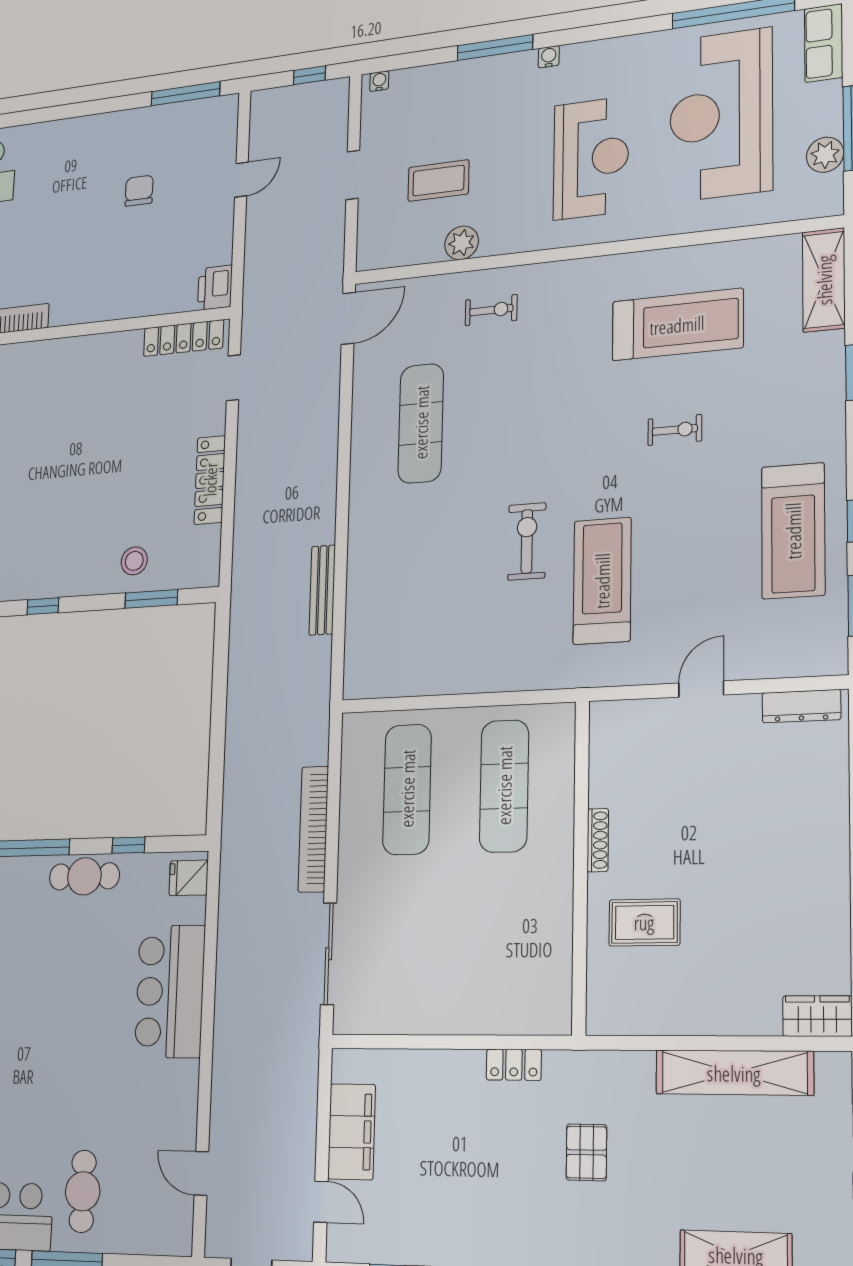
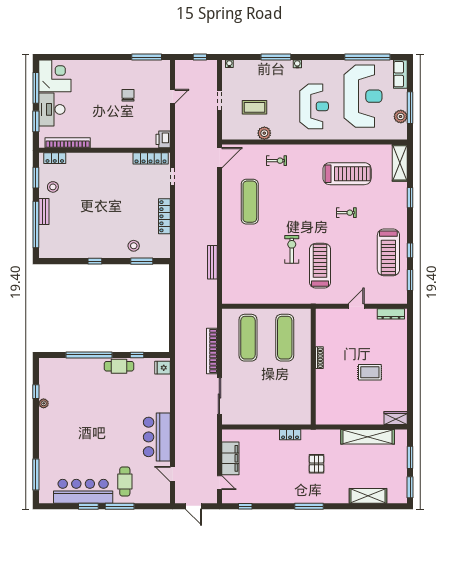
reception desk: (721, 115) -> (363, 96), turned 180
rug: (644, 922) -> (370, 372), moved
bar counter: (170, 991) -> (157, 437), moved

